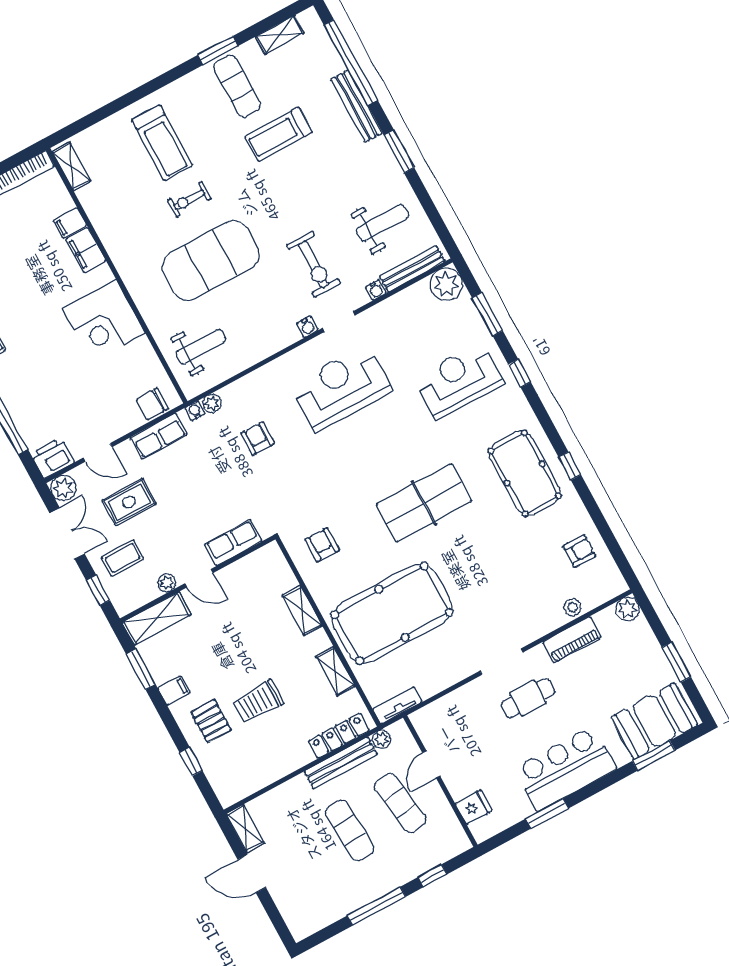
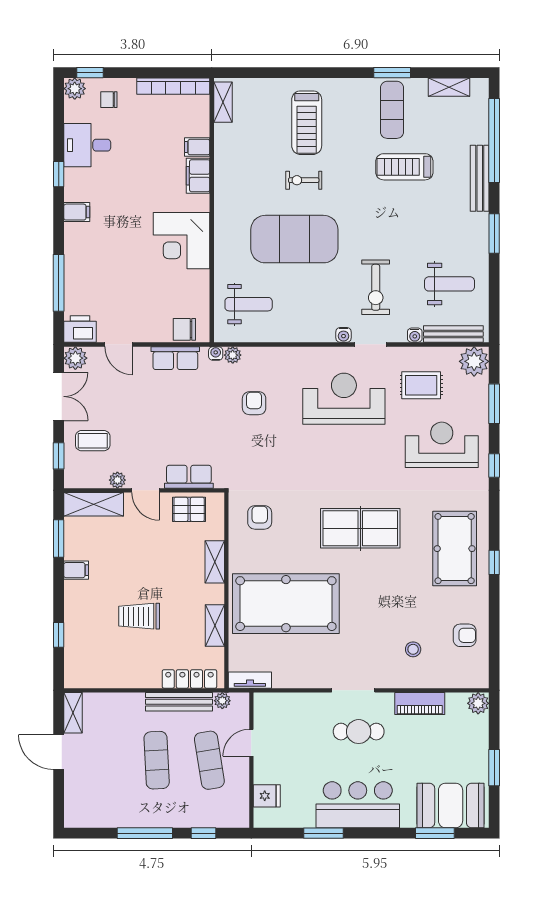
rug: (129, 502) -> (421, 385), moved
stool: (572, 607) -> (413, 649), moved
pallet: (211, 721) -> (189, 509), moved, turned 90

